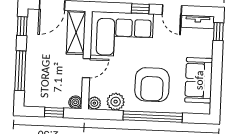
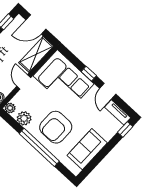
door: (86, 68) -> (24, 82), swing flipped

